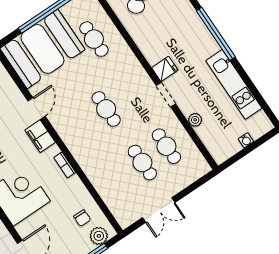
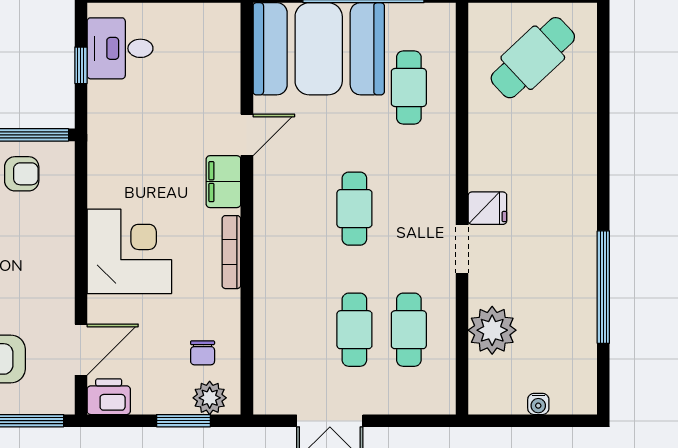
window: (216, 34) -> (603, 287), moved
kitchen unit: (234, 84) -> (578, 305), removed
plant: (195, 120) -> (492, 330), width x1.88, depth x1.88
bookcase: (65, 165) -> (231, 252), width x1.56

